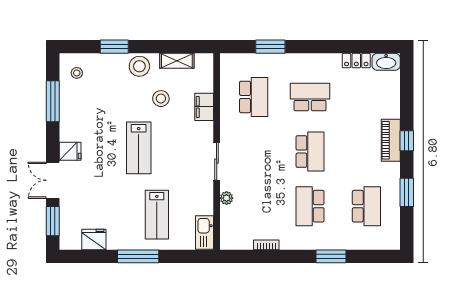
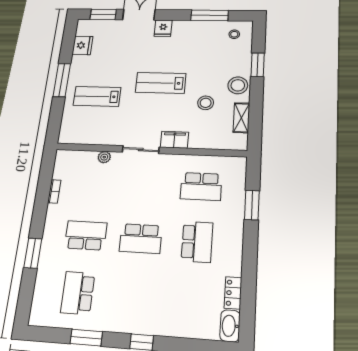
filing cabinet: (204, 107) -> (174, 140), moved
piano: (391, 140) -> (144, 324), removed
school desk: (366, 206) -> (78, 293), turned 90
kitchen sink: (204, 232) -> (75, 136), removed

